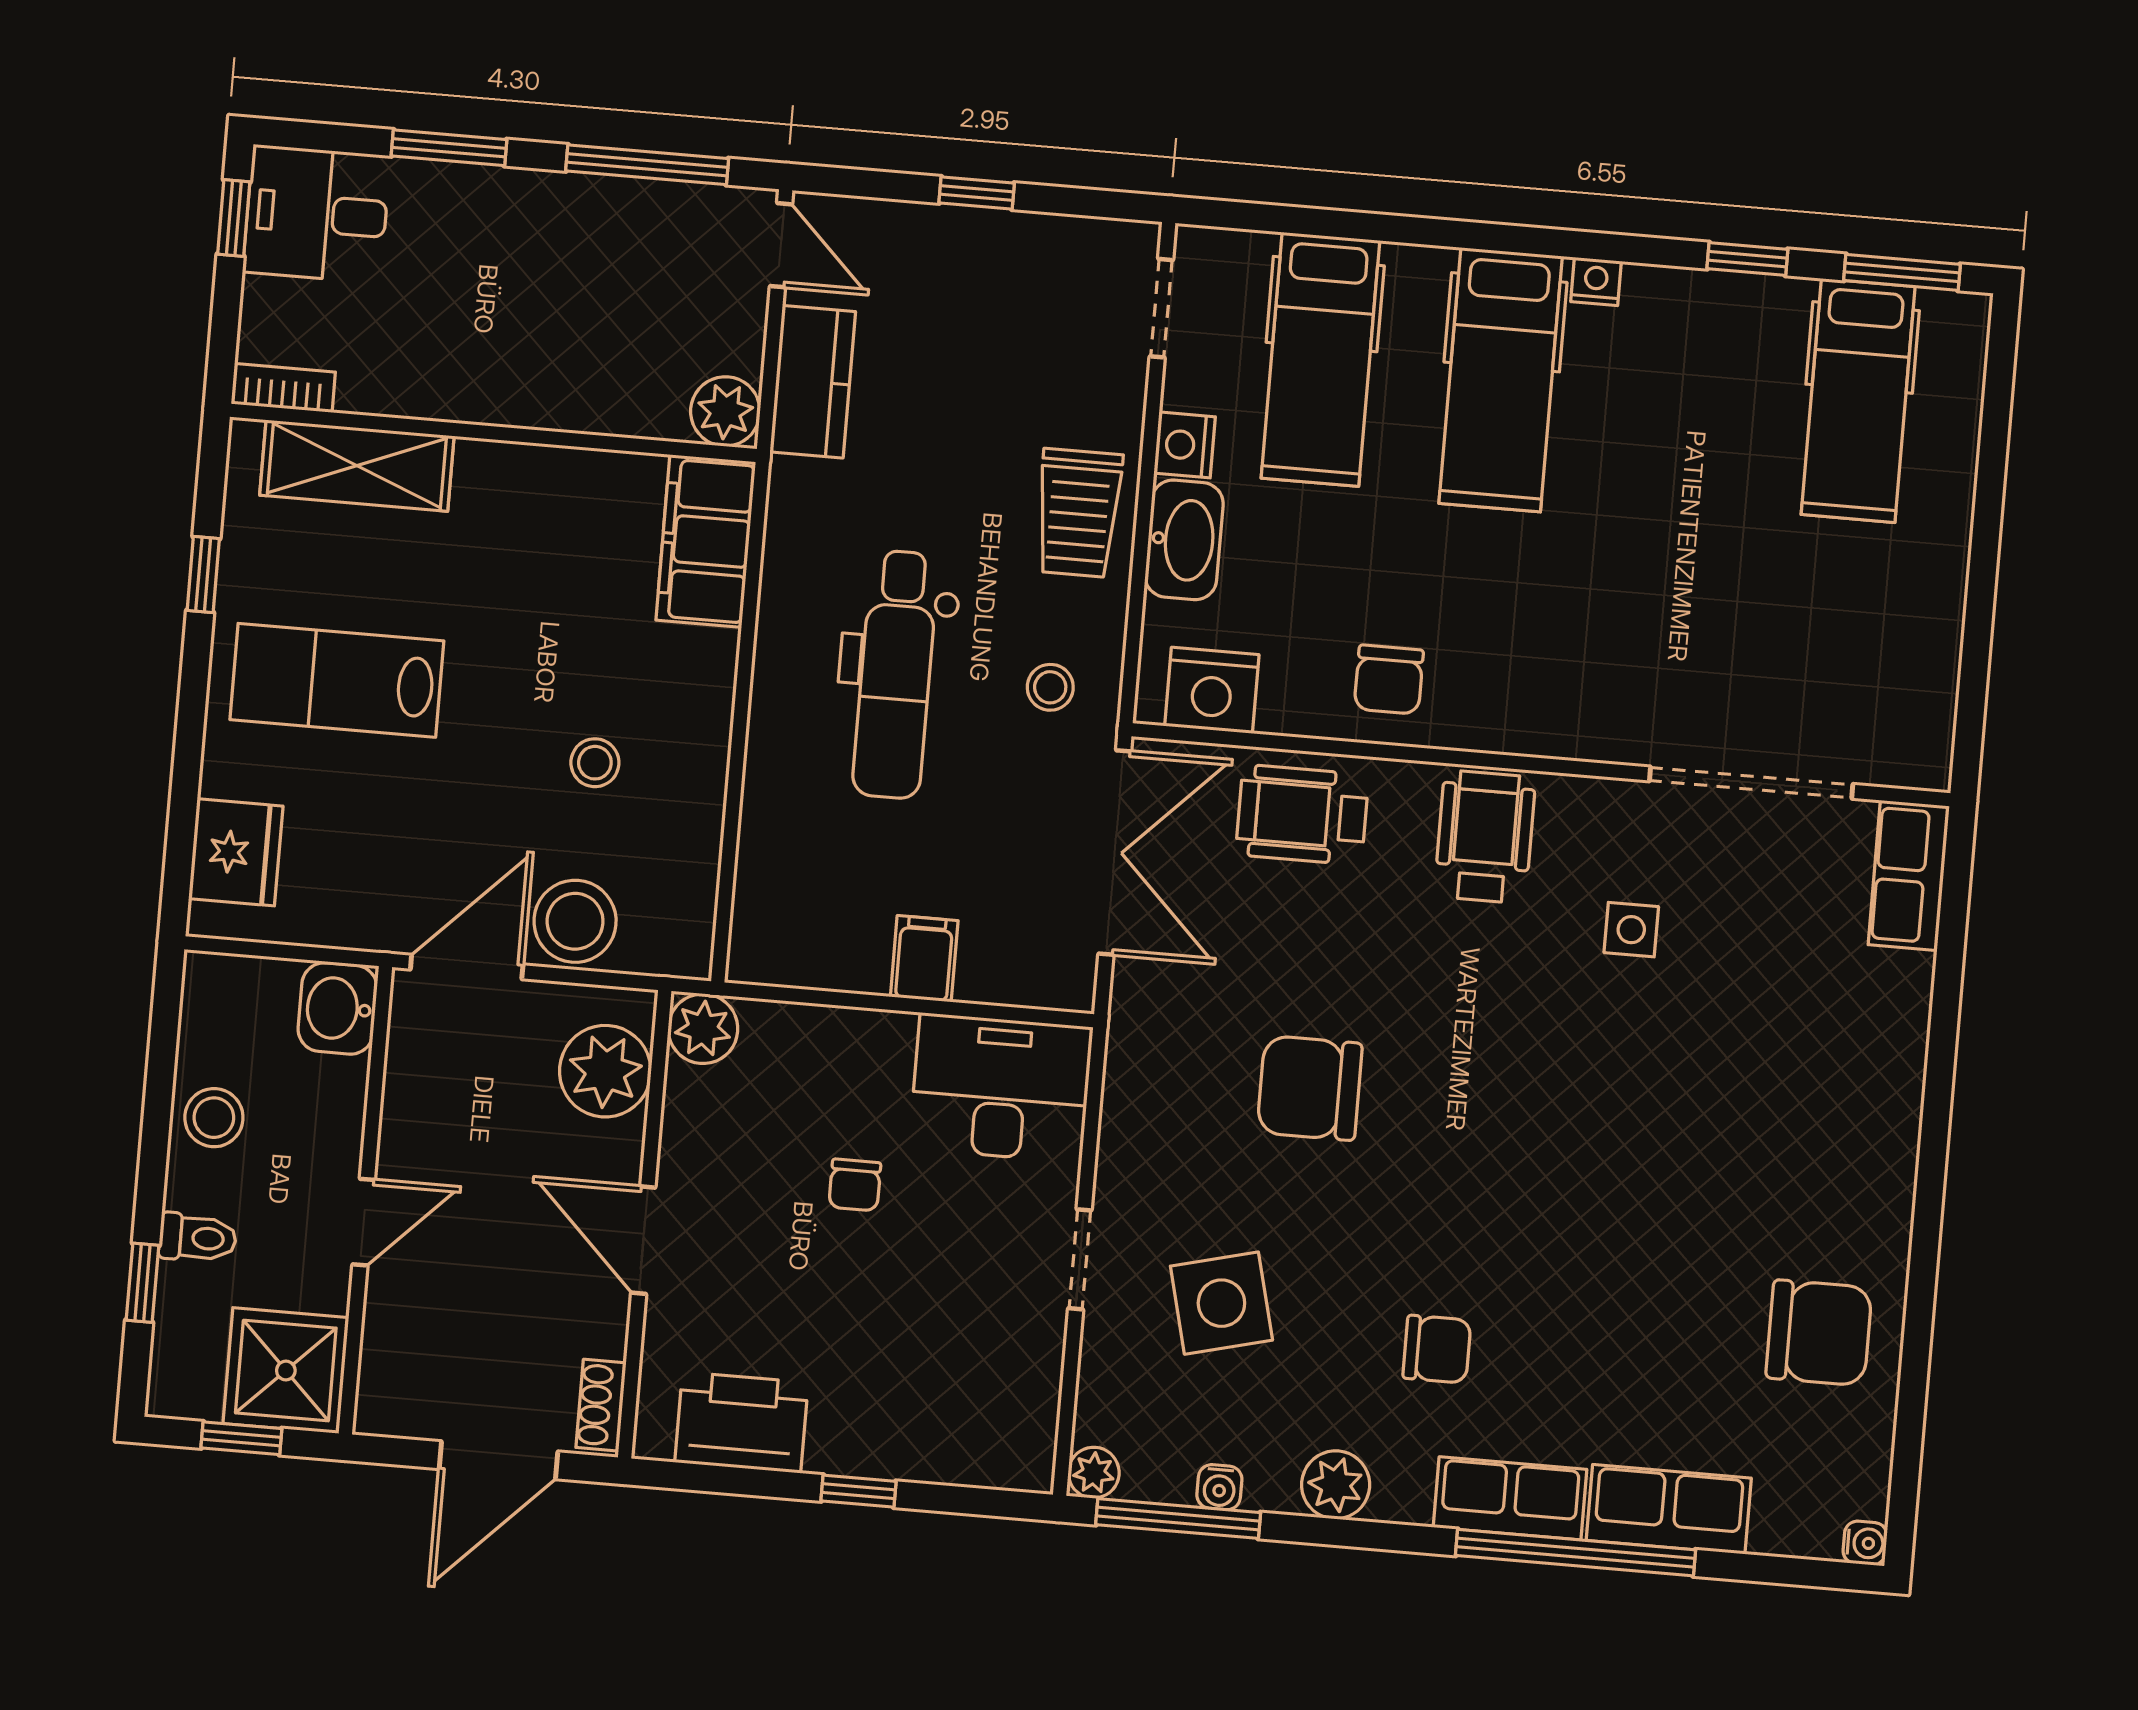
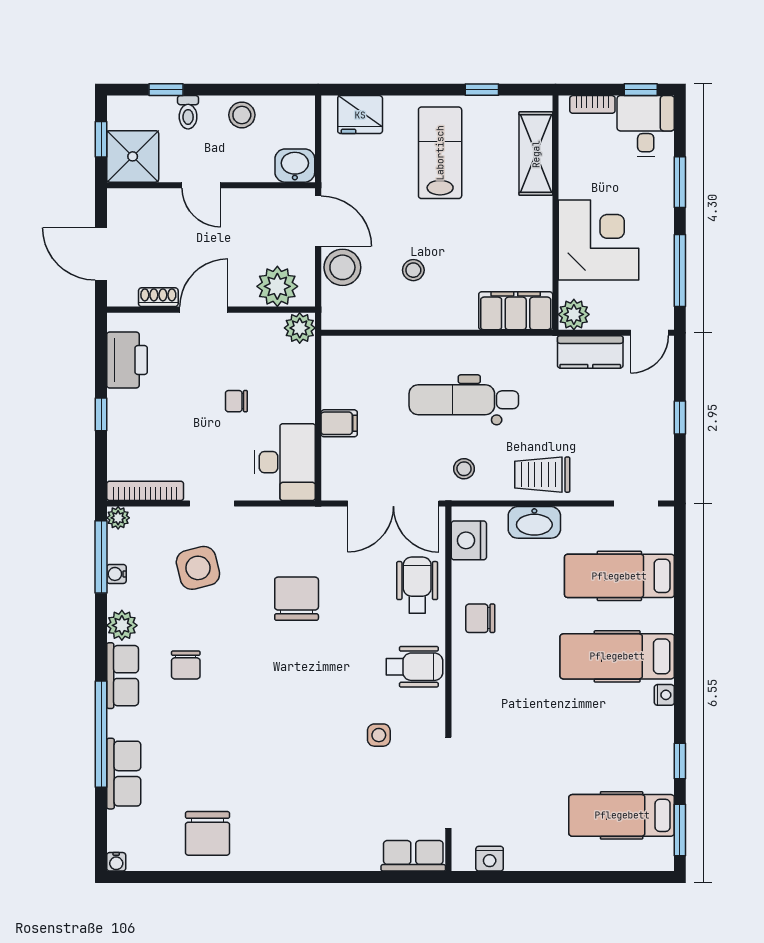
corner desk: (563, 342) -> (598, 240), added
bookcase: (283, 388) -> (592, 104), moved, turned 90
nightstand: (1185, 445) -> (490, 859), moved, turned 180
shoe rack: (601, 1405) -> (158, 297), moved
bookcase: (1039, 1407) -> (145, 491), added
row of seats: (1510, 1498) -> (123, 676), moved

